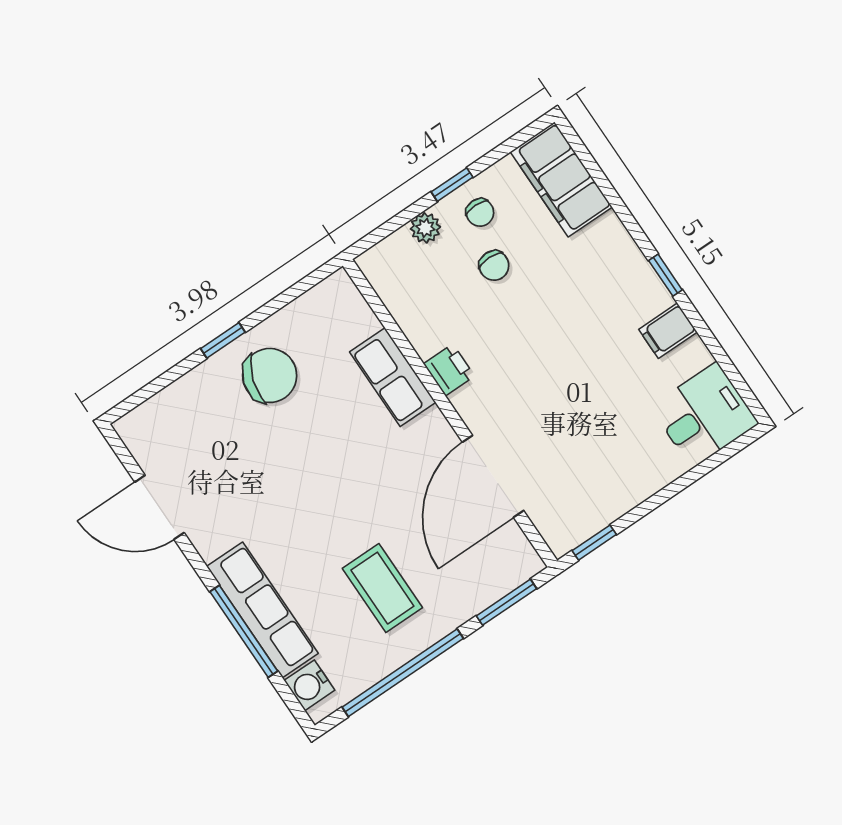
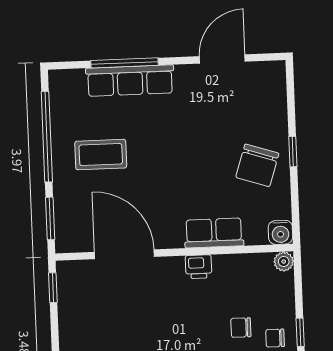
plant: (425, 228) -> (284, 261), moved
water cooler: (309, 685) -> (280, 232), moved, turned 180

